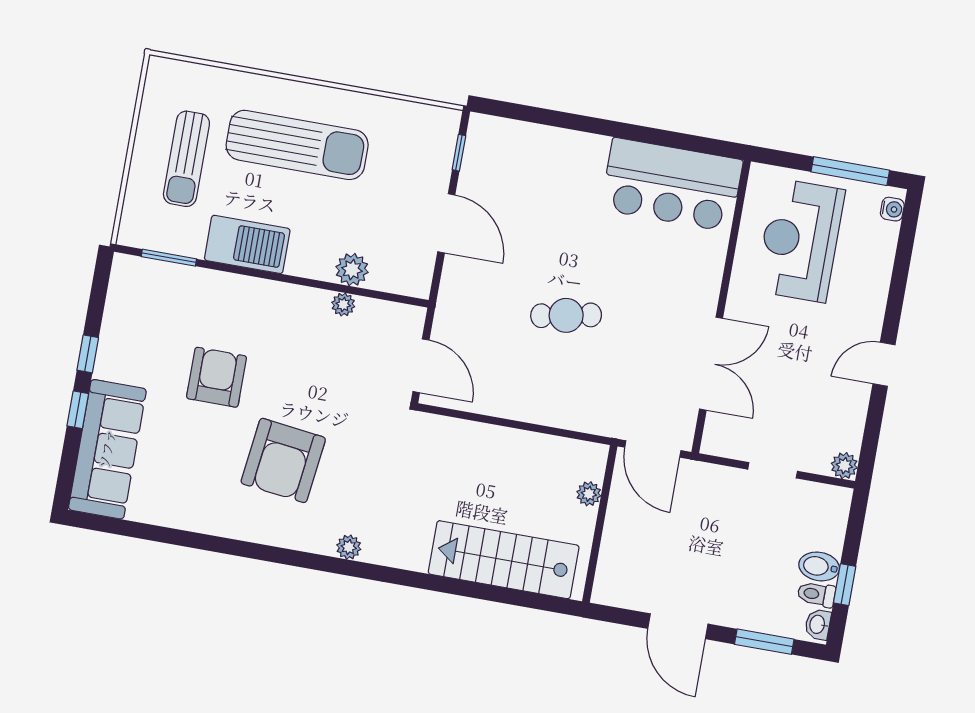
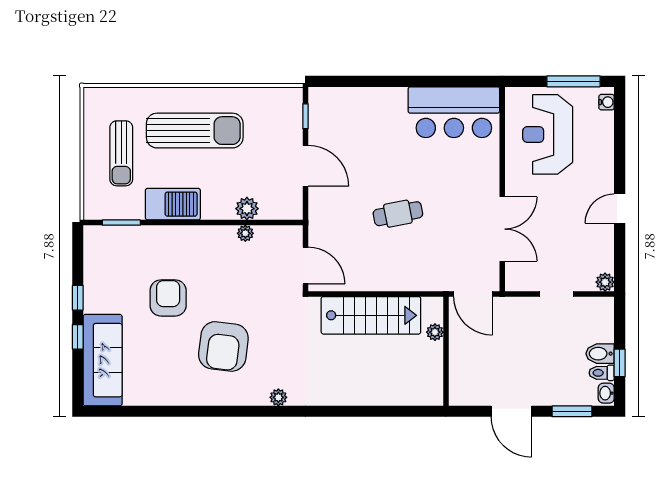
stairs: (504, 560) -> (371, 315), moved, turned 180

